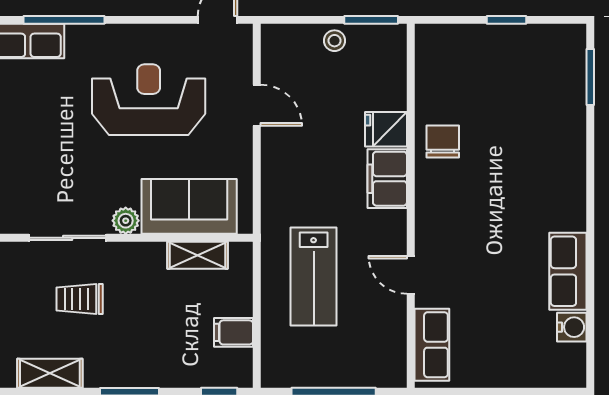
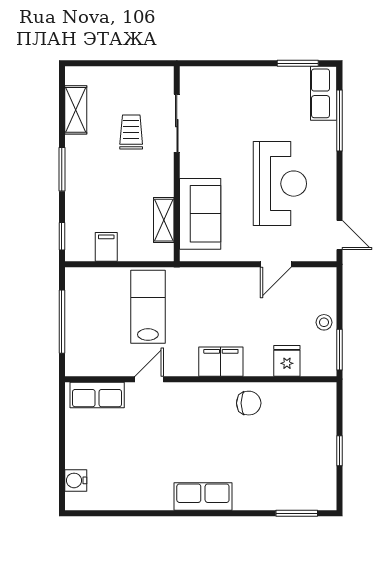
fridge: (386, 129) -> (287, 361), moved
plant: (126, 221) -> (190, 166), removed
row of seats: (568, 271) -> (203, 497), moved
lab bench: (314, 277) -> (148, 307), turned 90
water cooler: (572, 327) -> (76, 480), moved, turned 90

